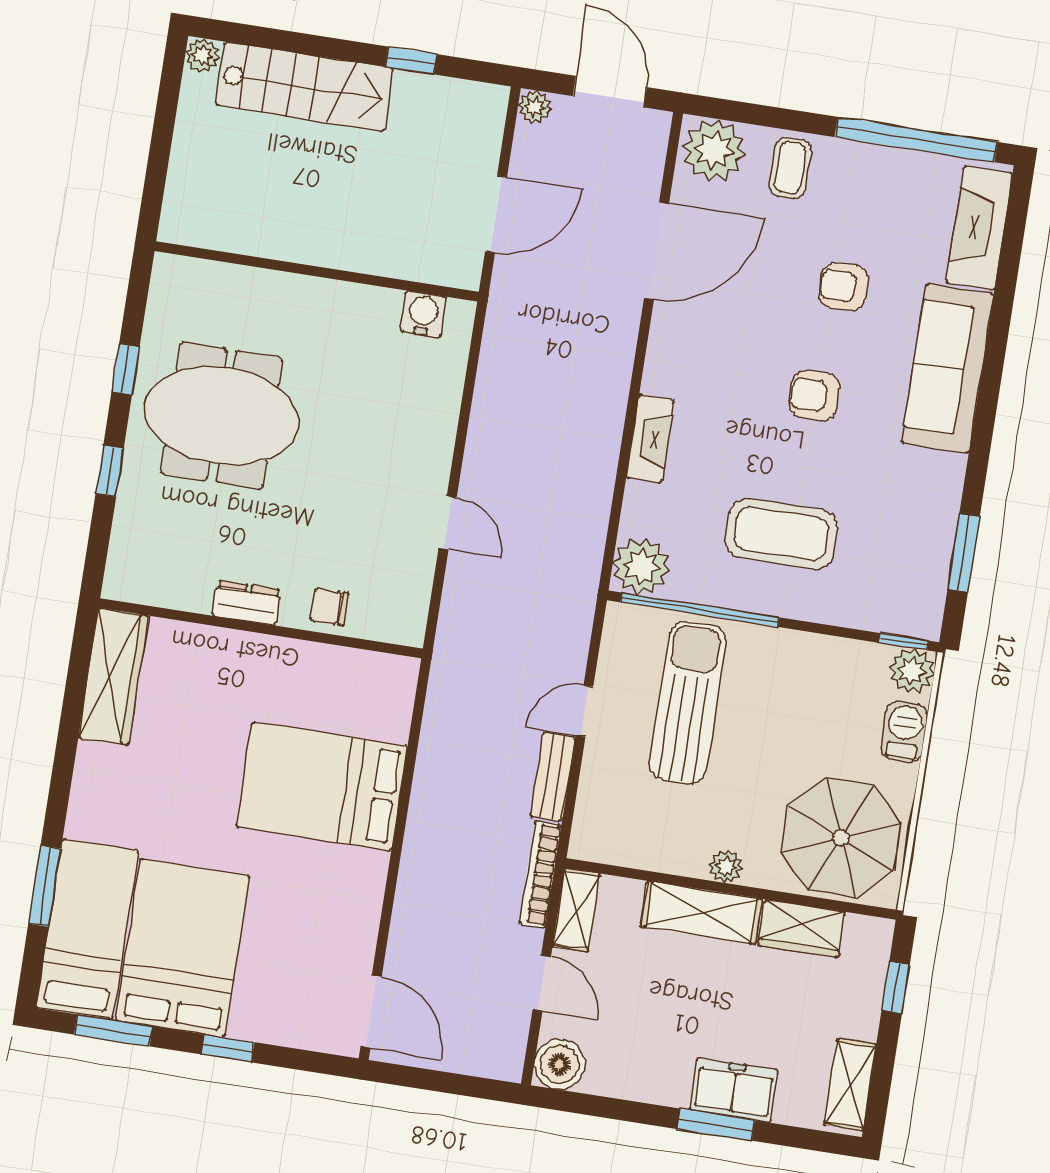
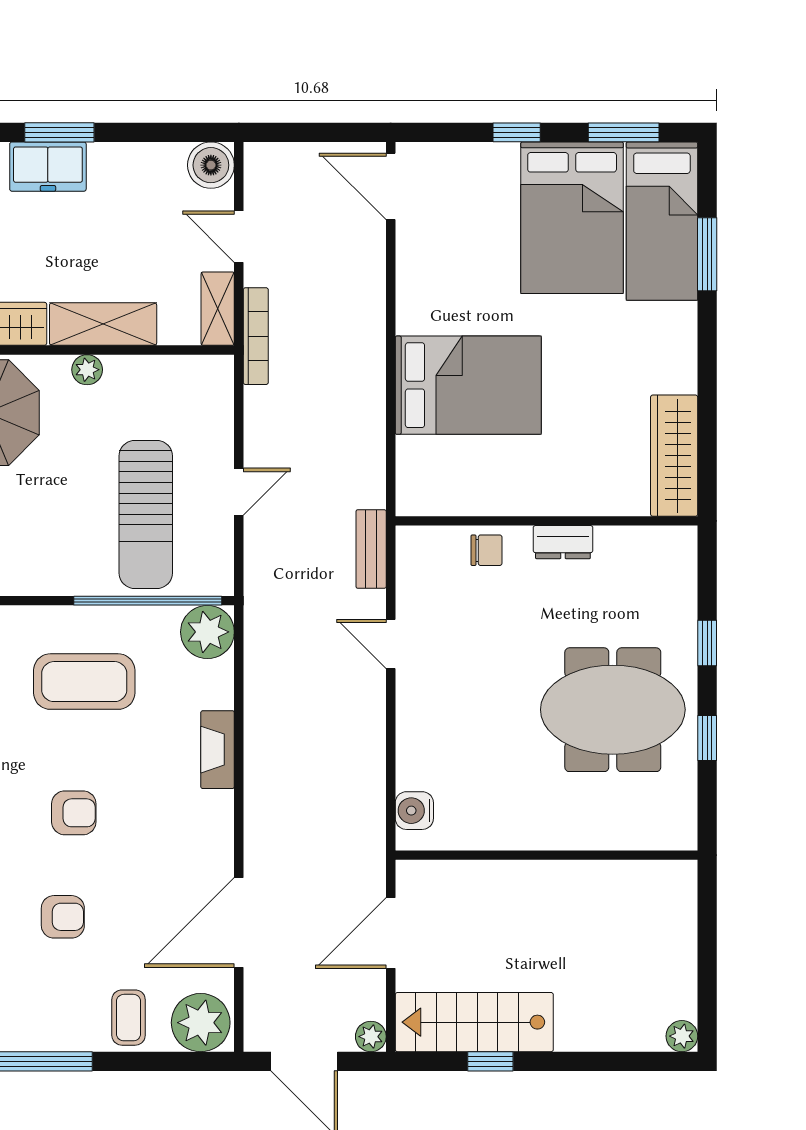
stairs: (304, 87) -> (474, 1022), moved
water cooler: (423, 314) -> (414, 811), moved, turned 90
bench: (553, 777) -> (371, 549), moved

